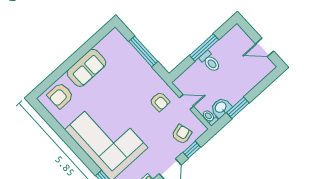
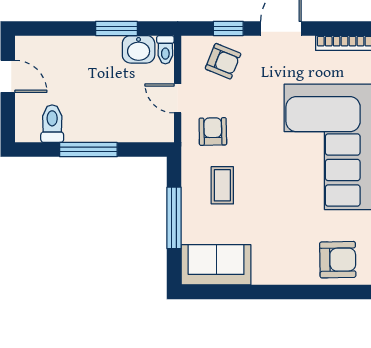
toilet: (210, 62) -> (52, 124), moved
sofa: (86, 68) -> (216, 265), moved
coffee table: (136, 83) -> (222, 185), added
armchair: (182, 134) -> (223, 61), turned -142

